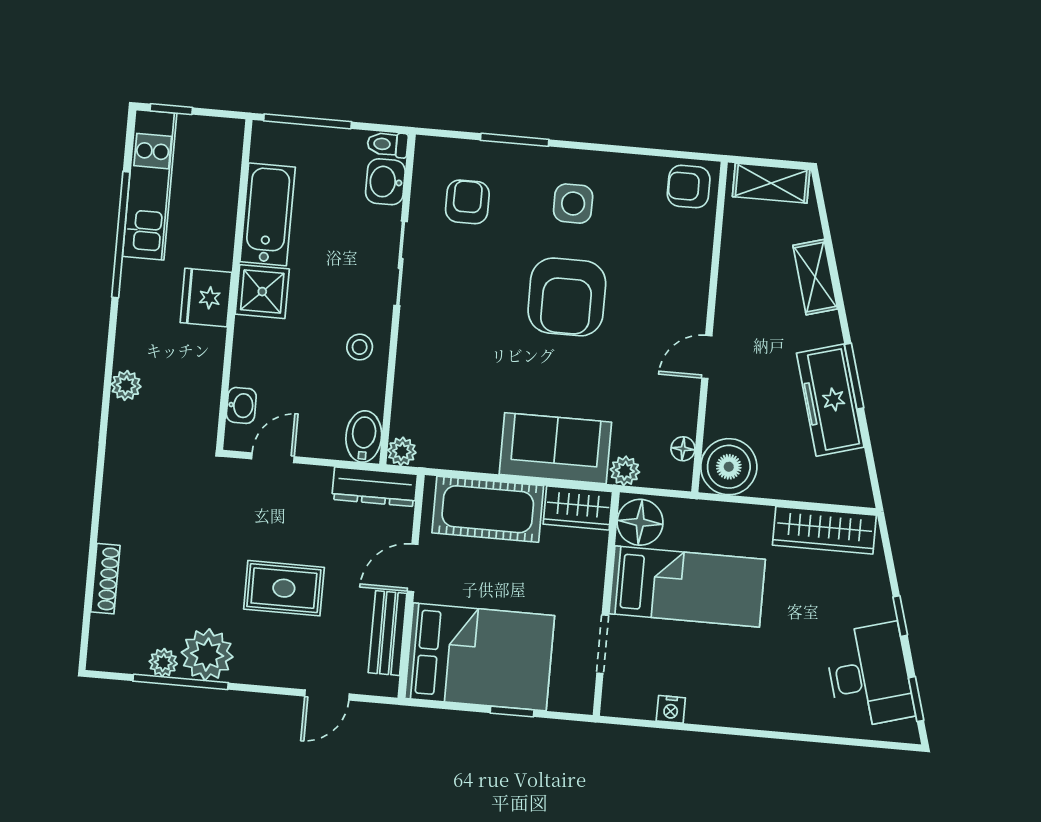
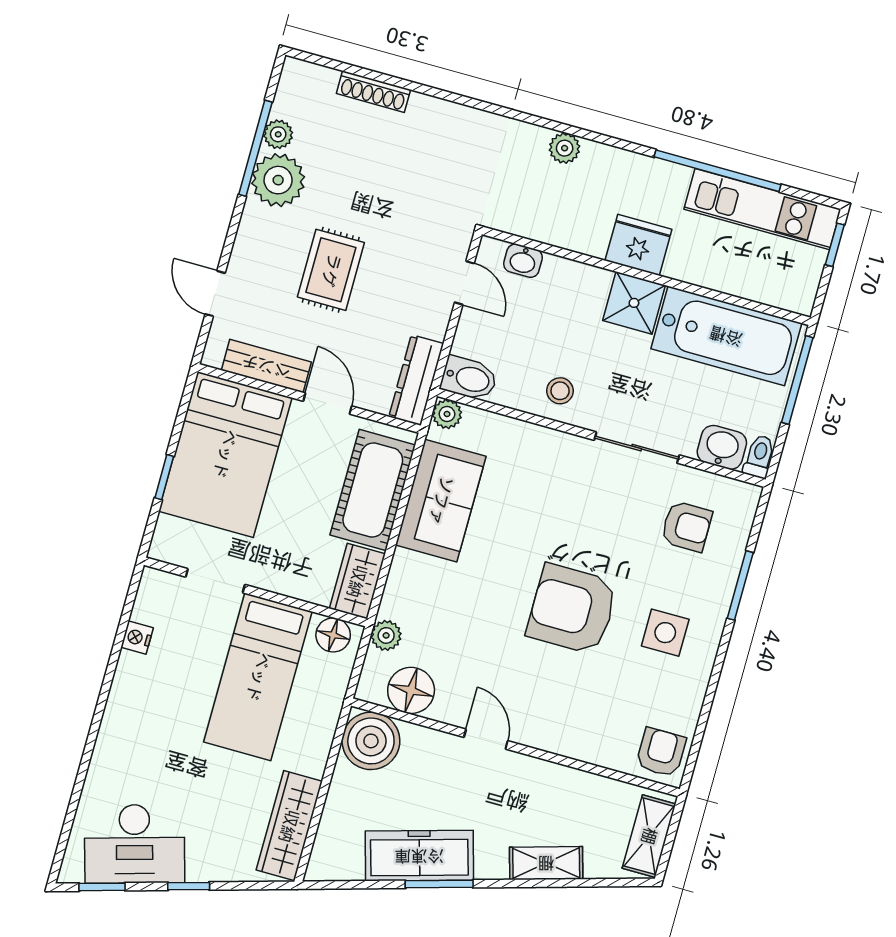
bathtub: (268, 214) -> (726, 336), width x1.36, depth x1.36
sofa: (555, 448) -> (441, 501), moved
floor lamp: (683, 449) -> (411, 690), width x1.89, depth x1.89
floor lamp: (640, 522) -> (333, 635), width x0.73, depth x0.73

